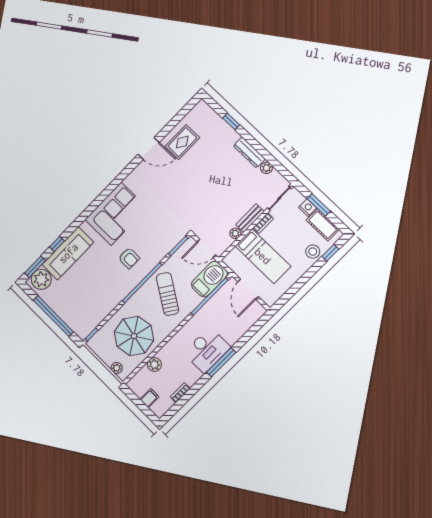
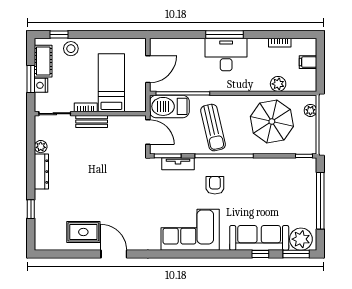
plant: (235, 233) -> (114, 121), removed
tv unit: (166, 248) -> (178, 164), added
sun lounger: (168, 294) -> (213, 128), turned -46

